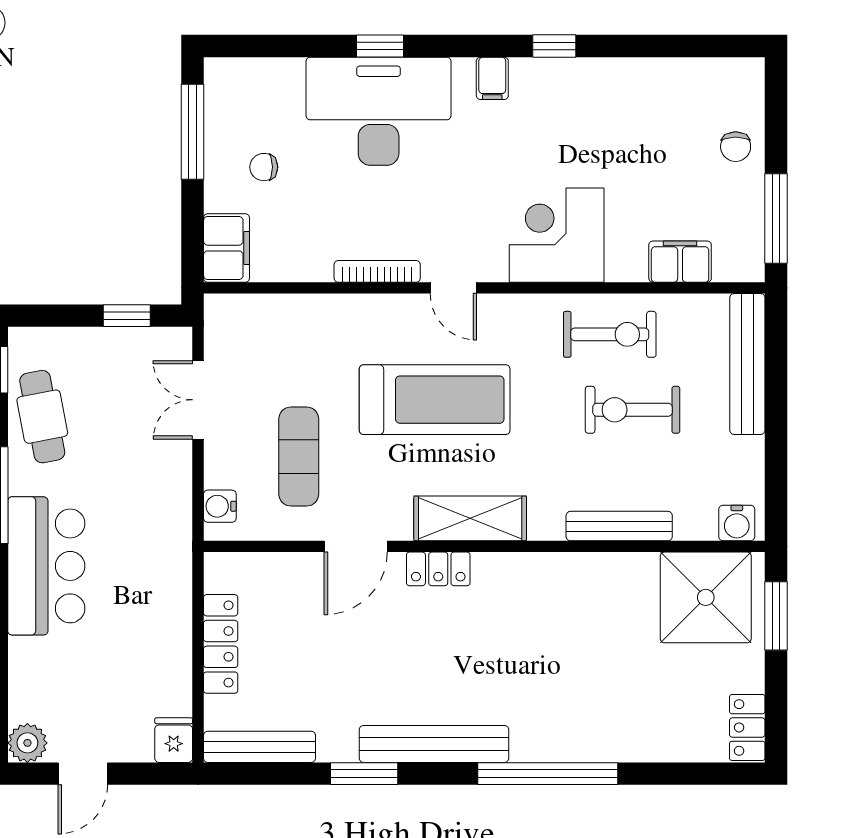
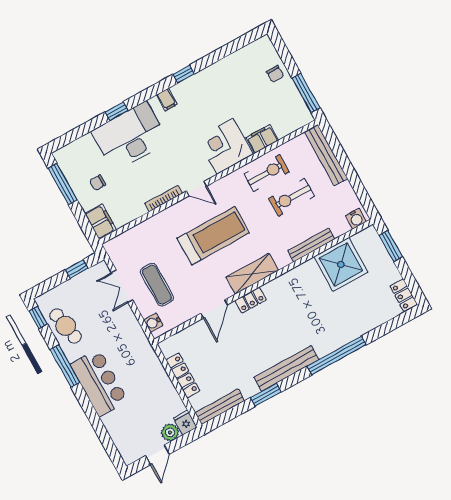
filing cabinet: (680, 262) -> (262, 139), moved
exercise mat: (299, 457) -> (157, 285), moved
shower: (706, 597) -> (341, 264), moved
plant: (27, 743) -> (170, 432), moved

